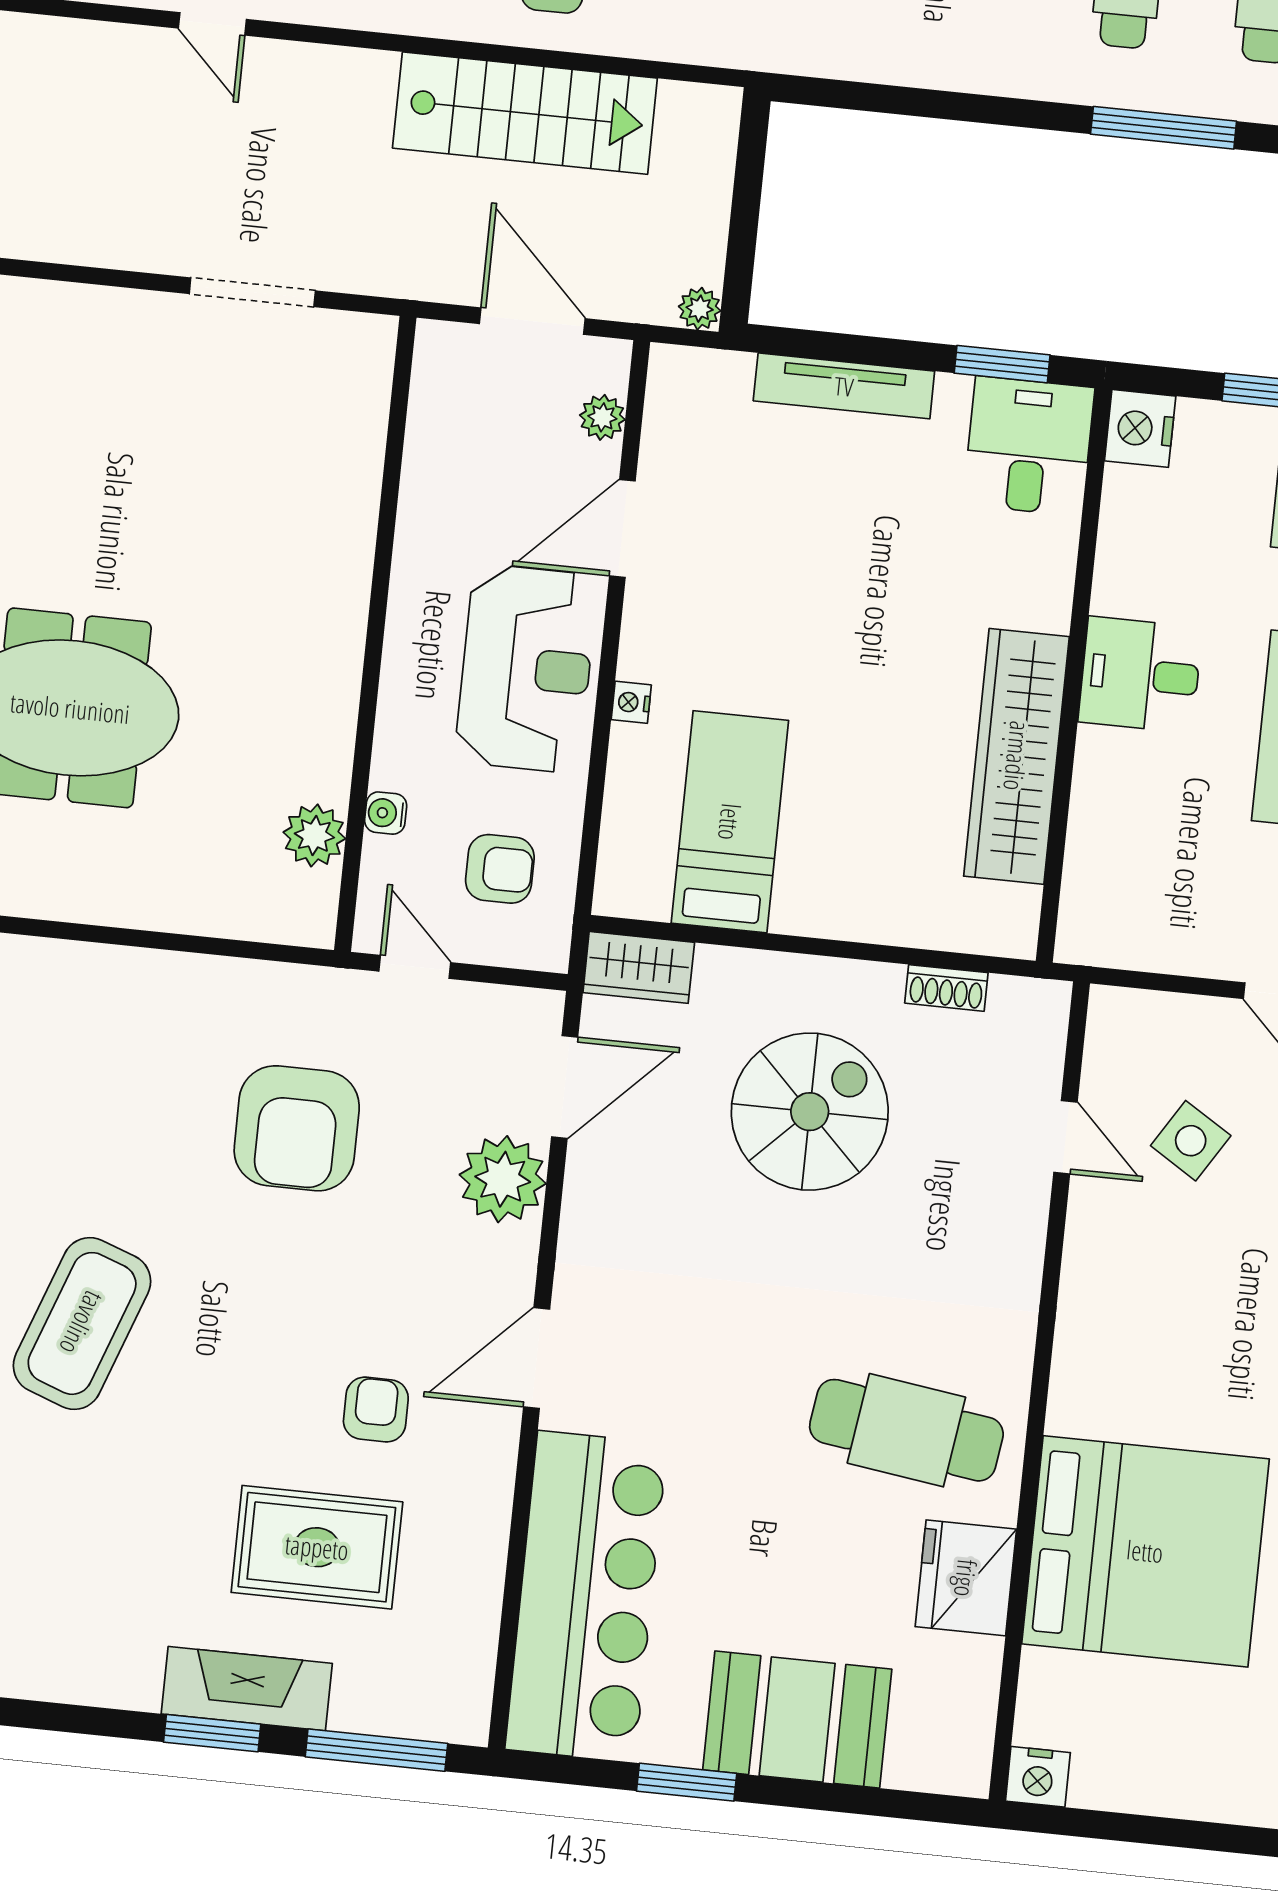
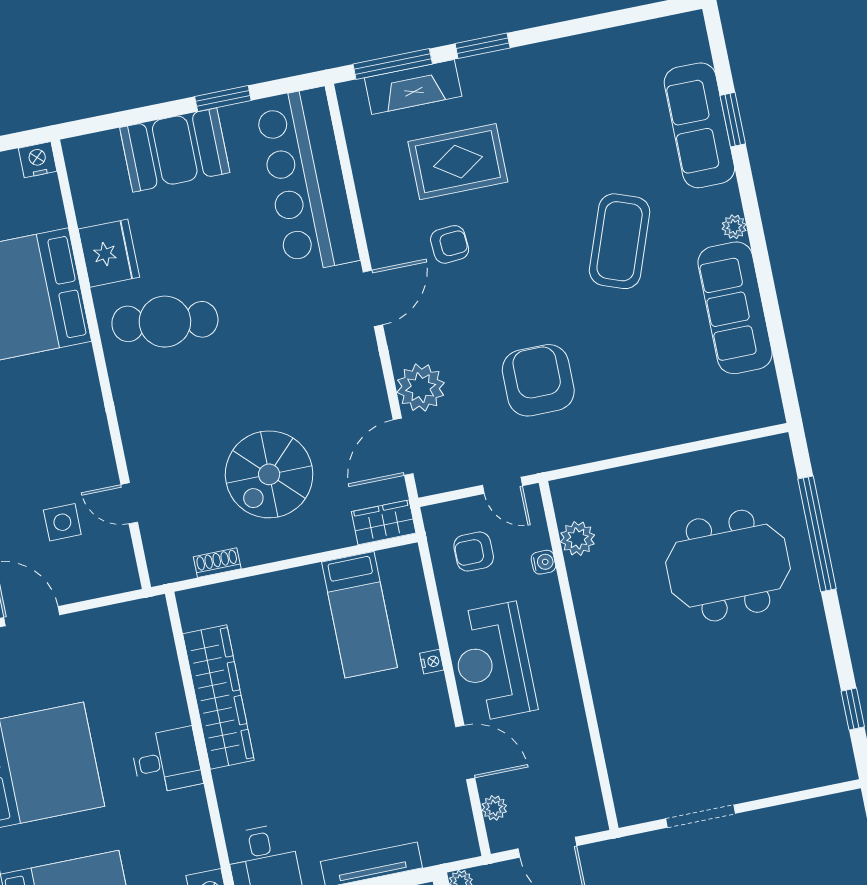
door: (622, 528) -> (465, 752), hinge flipped
side table: (1191, 1141) -> (62, 522), turned -32
armchair: (376, 1409) -> (450, 244), turned -94
fireplace: (247, 1689) -> (413, 87), moved

